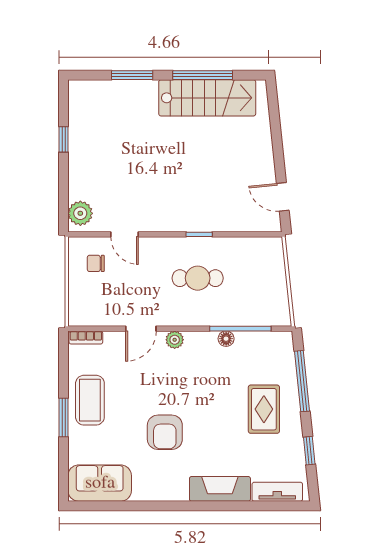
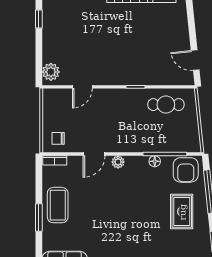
door: (125, 234) -> (82, 87), hinge flipped
chair: (96, 263) -> (58, 138), moved
cafe table: (198, 278) -> (166, 105), moved
armchair: (165, 432) -> (186, 170), moved

